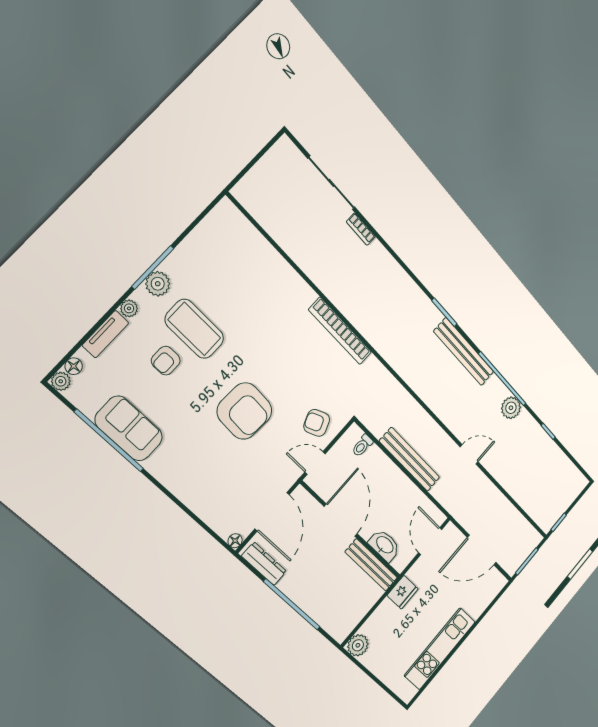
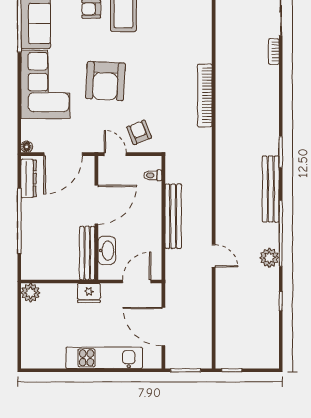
corner sofa: (195, 472) -> (45, 84), added
kitchen unit: (440, 649) -> (104, 358), moved

